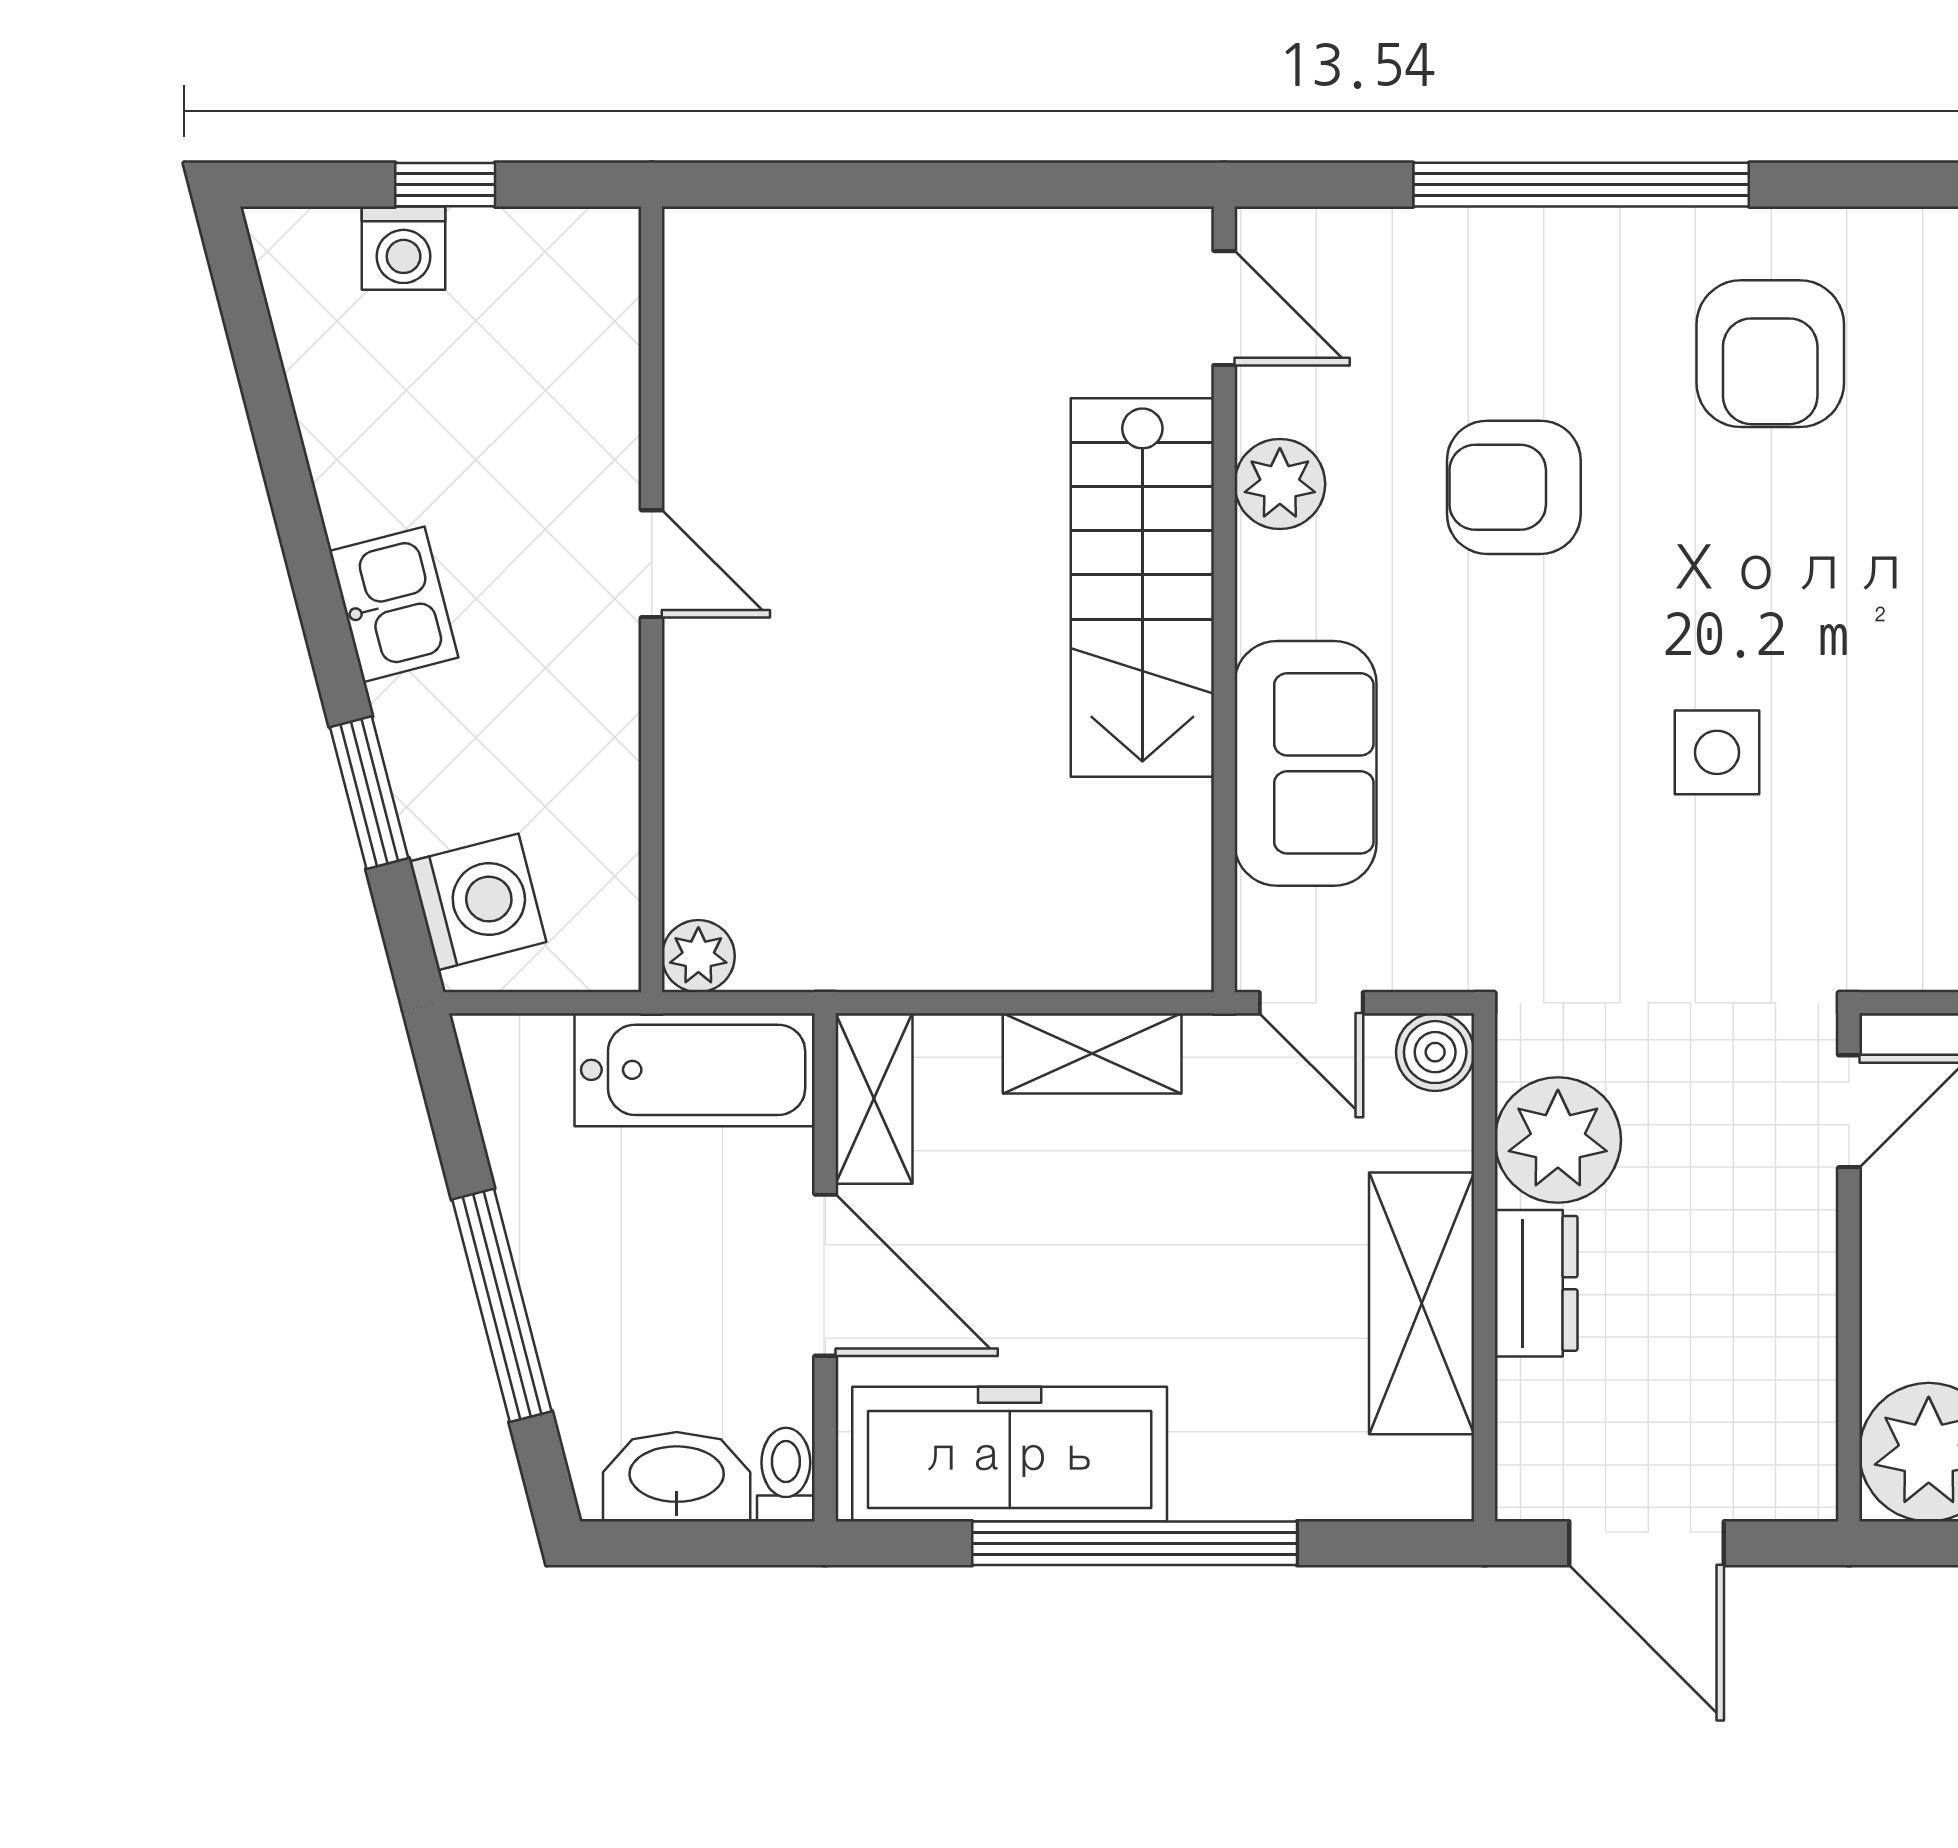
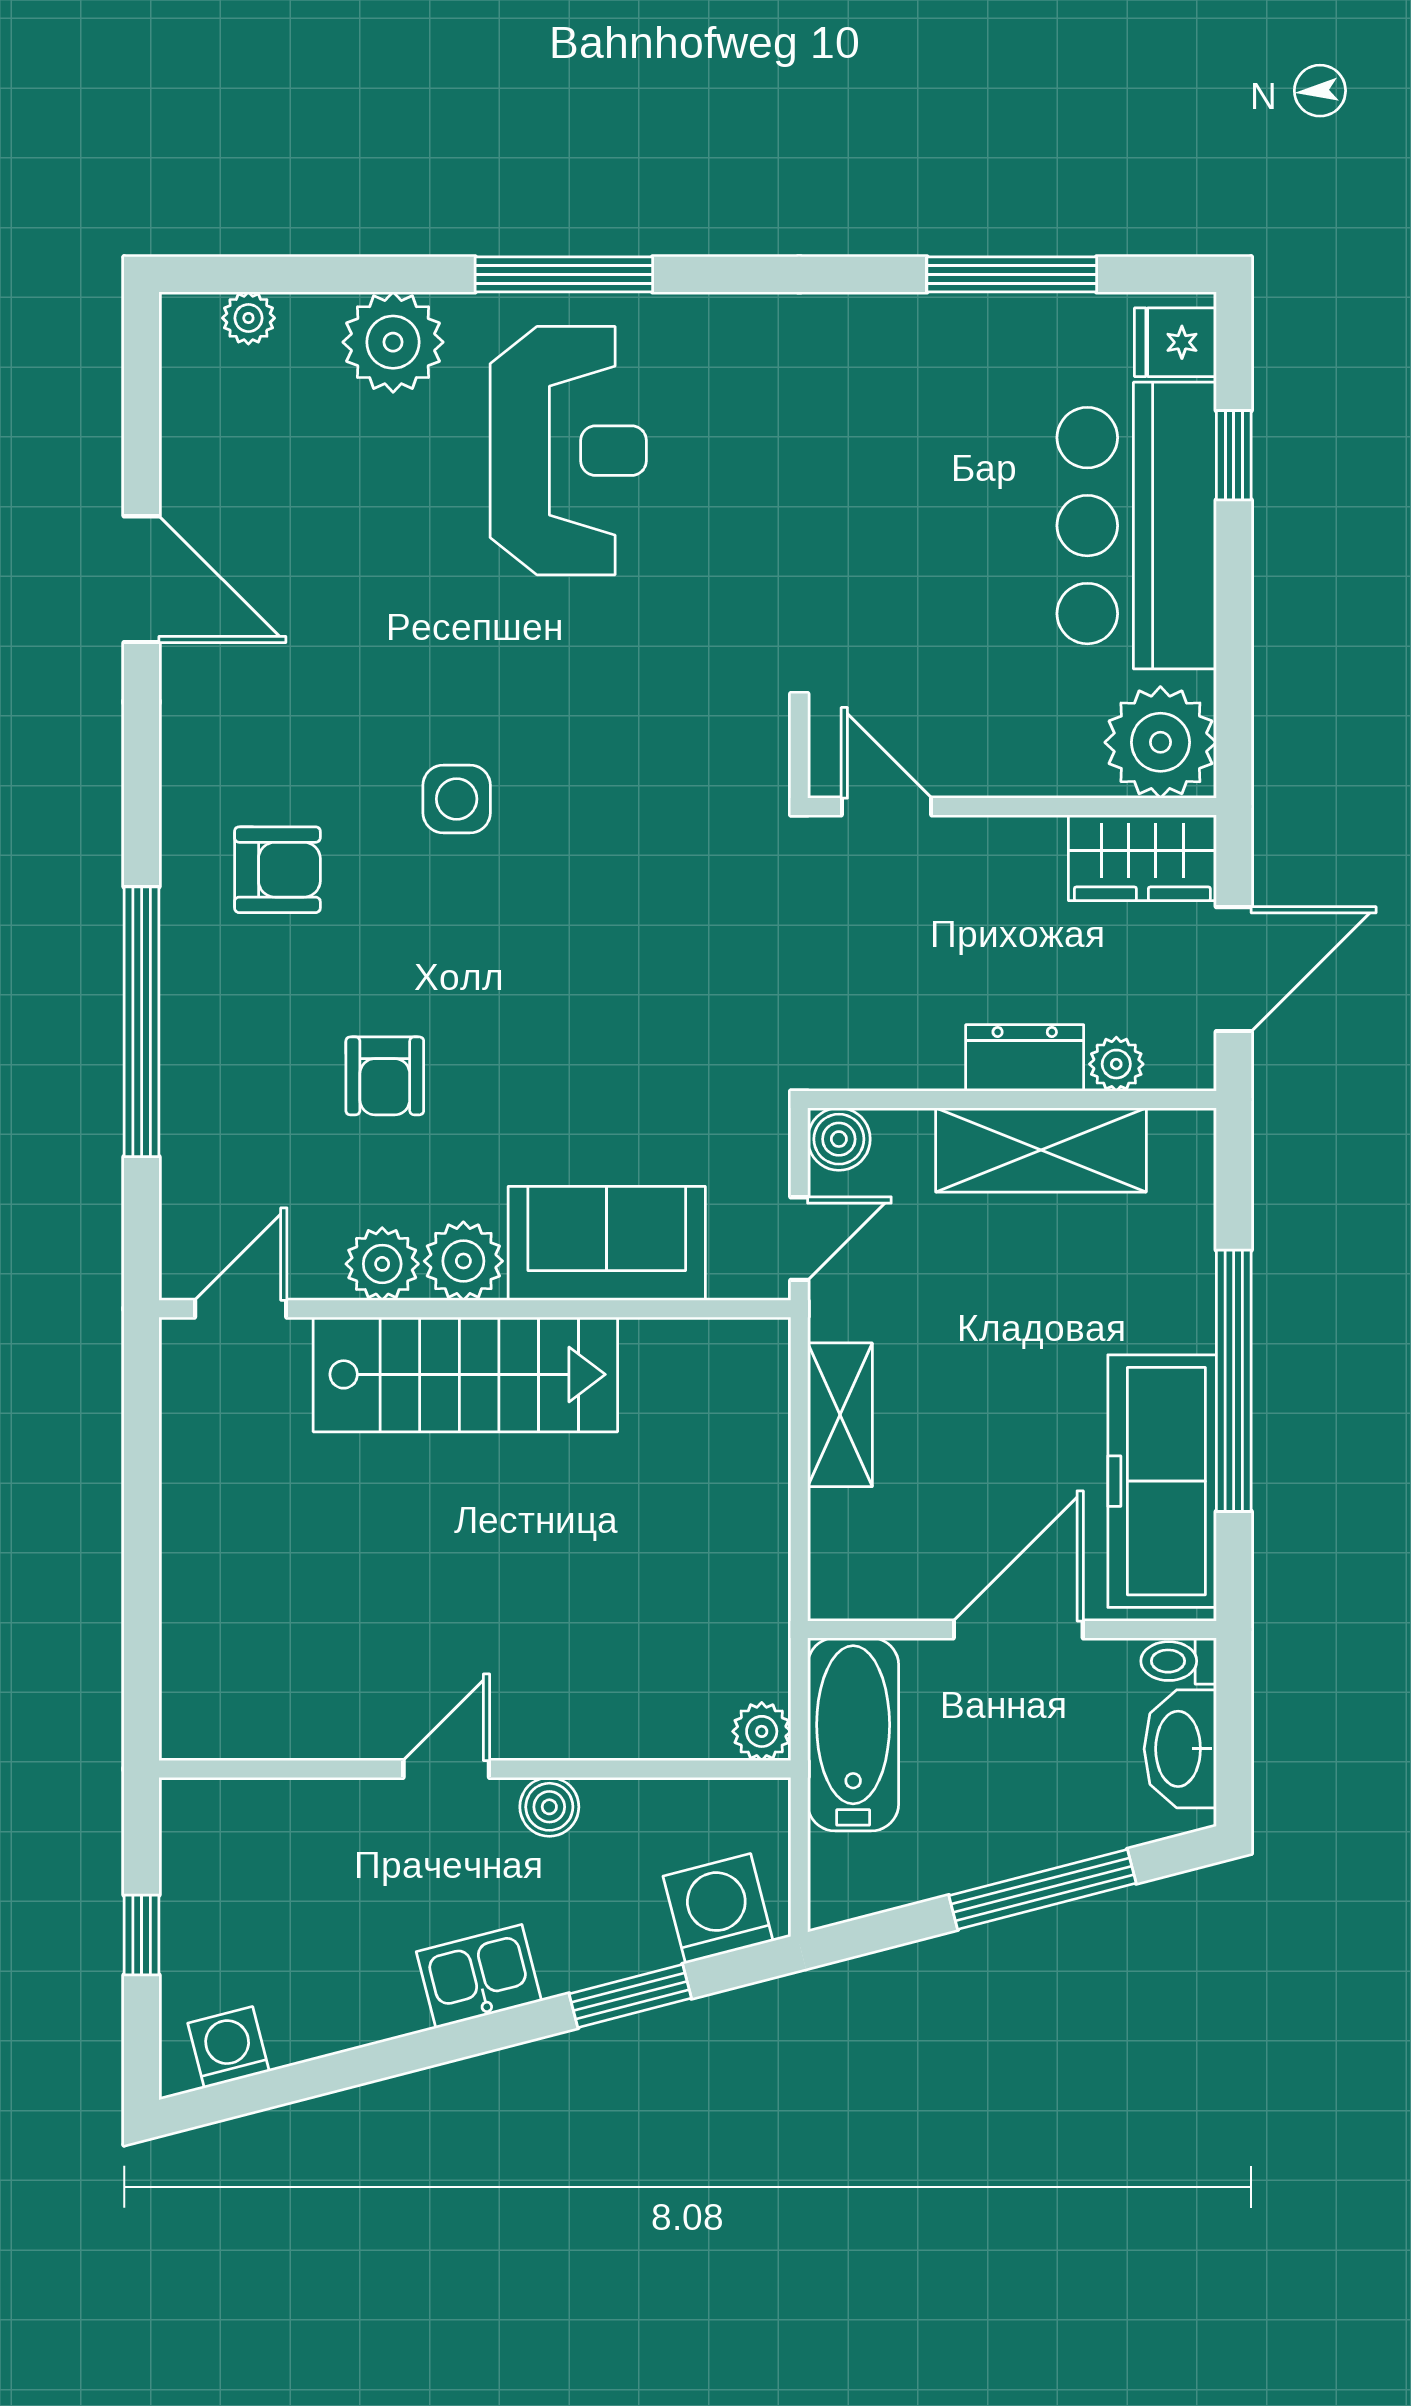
washing machine: (404, 248) -> (228, 2047), moved, turned -105
armchair: (1770, 354) -> (277, 870), width x0.72, depth x0.72
armchair: (1514, 487) -> (385, 1076), width x0.72, depth x0.72
plant: (1283, 585) -> (463, 1261), added
boiler: (605, 692) -> (549, 1807), added
side table: (1717, 752) -> (457, 799), moved
shelving: (874, 1099) -> (876, 1590), removed
plant: (1558, 1140) -> (1116, 1064), moved, width x0.53, depth x0.53
wardrobe: (1785, 1430) -> (1142, 858), added

